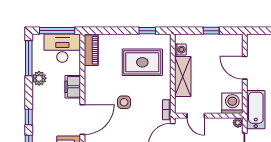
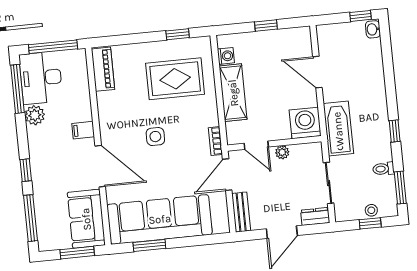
desk: (62, 48) -> (41, 78), moved, turned -90
filing cabinet: (73, 87) -> (83, 130), width x0.50
door: (82, 120) -> (100, 166), hinge flipped
plant: (238, 123) -> (282, 152), moved

